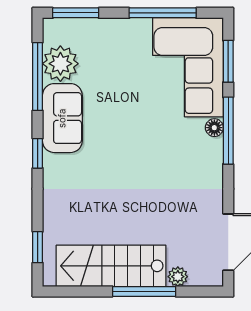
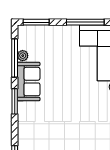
plant: (60, 64) -> (23, 56), width x0.53, depth x0.53
window: (38, 153) -> (15, 101), width x1.50

